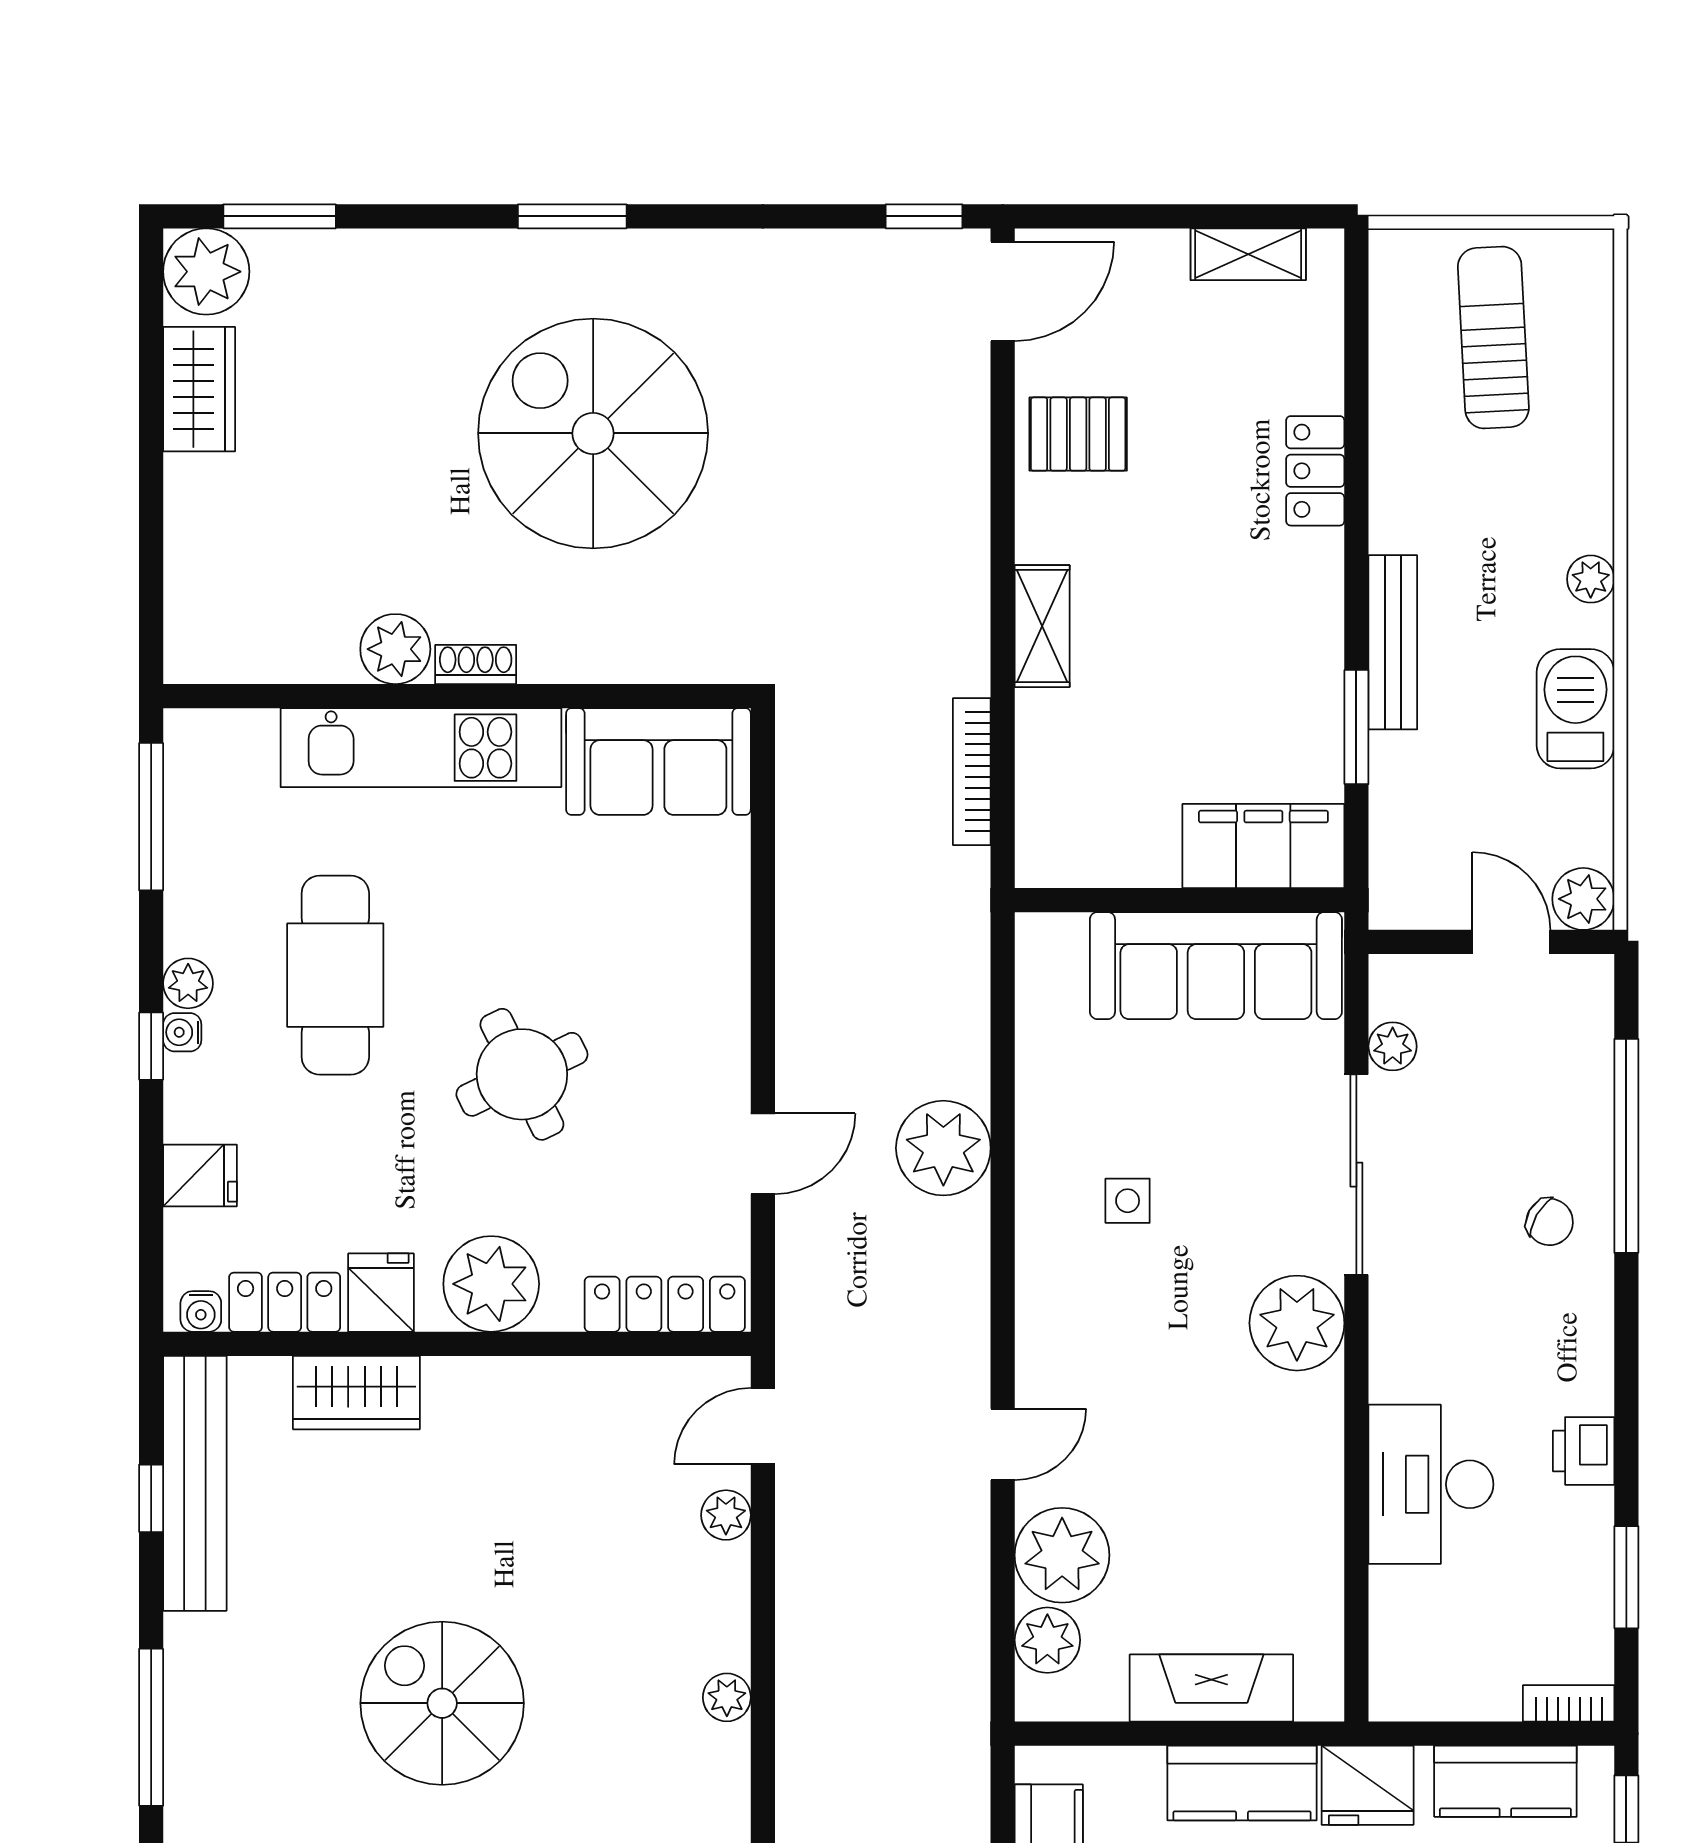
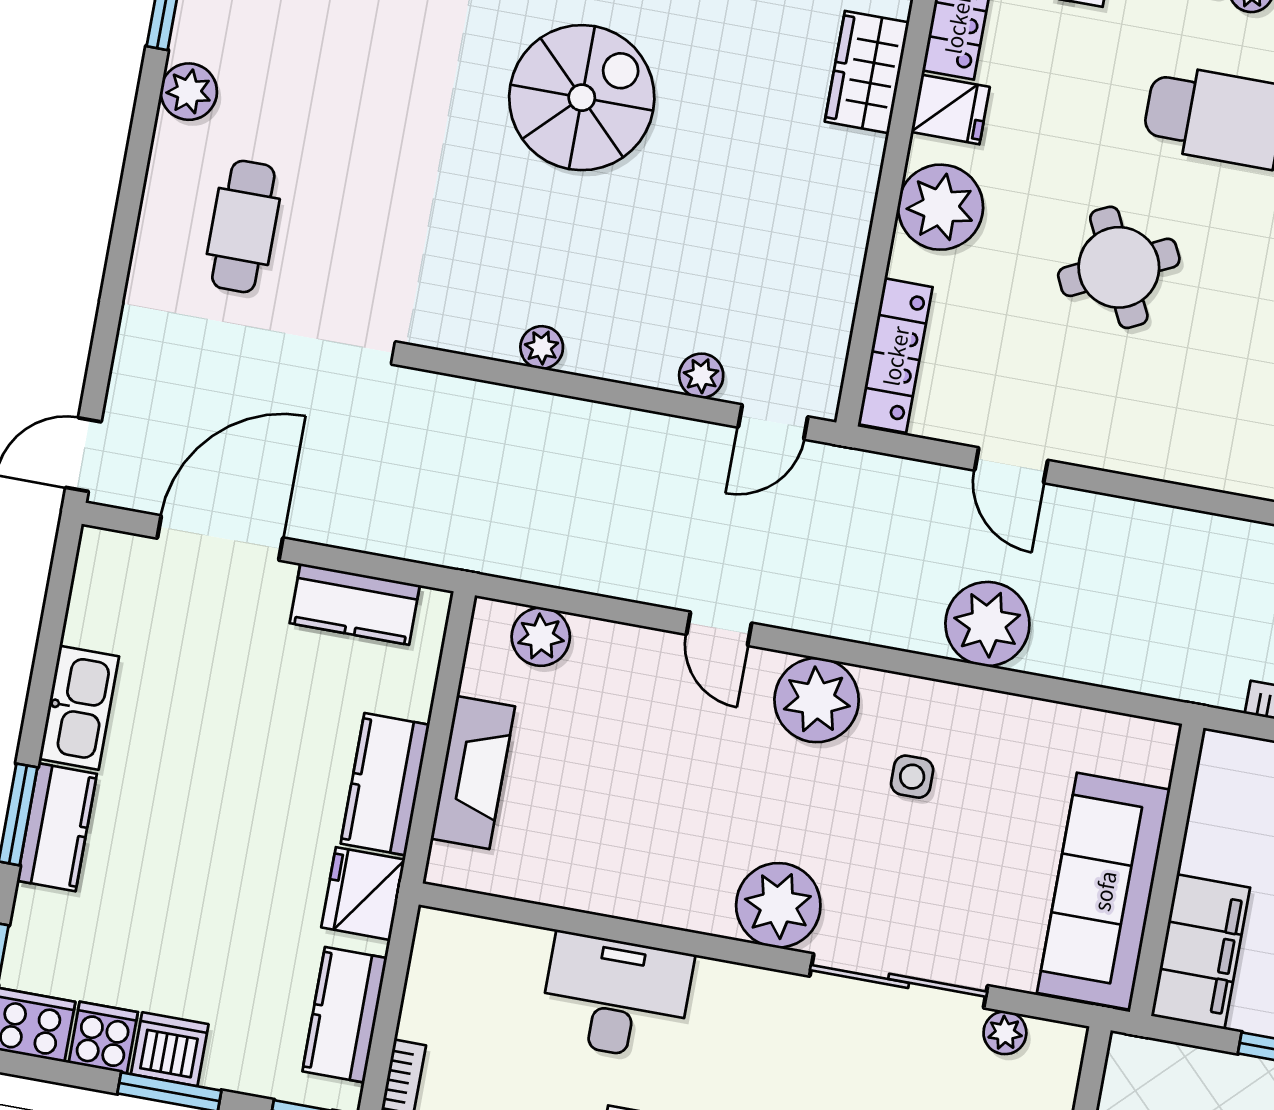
door: (763, 1426) -> (773, 422), swing flipped
plant: (1062, 1555) -> (817, 700), moved

